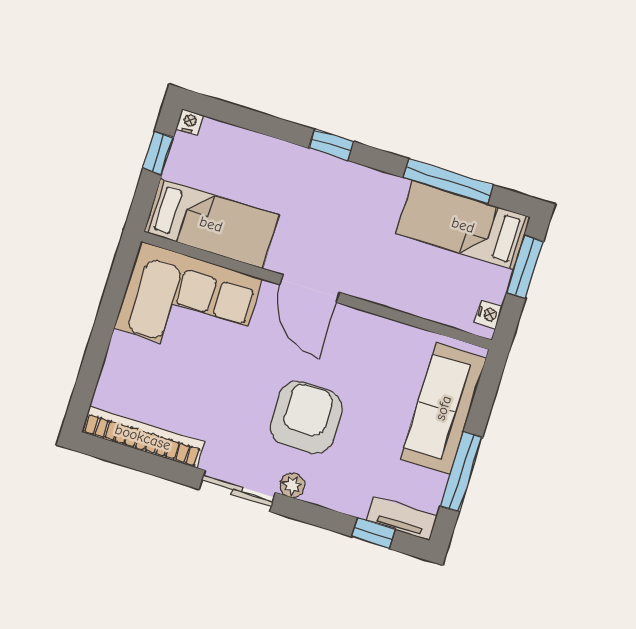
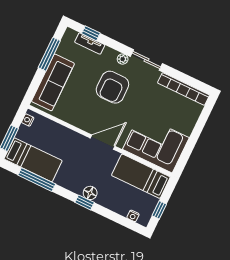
nightstand: (190, 122) -> (133, 216), moved
floor lamp: (322, 168) -> (90, 193), added
door: (310, 289) -> (103, 142), hinge flipped
tv unit: (402, 519) -> (90, 44), moved

